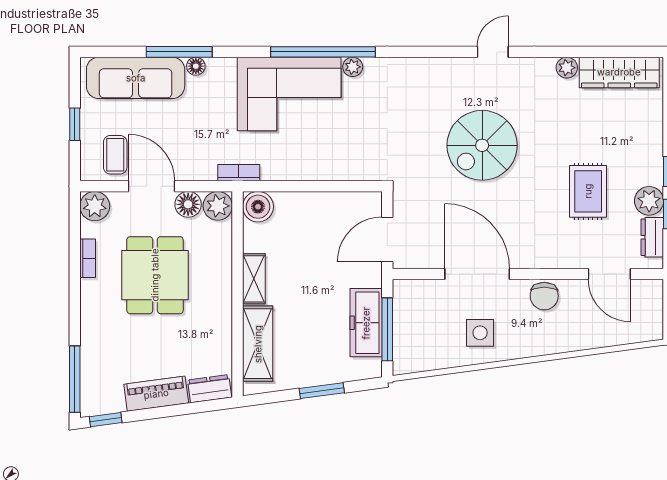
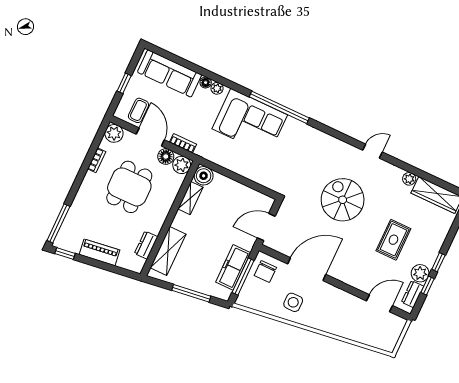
window: (179, 52) -> (200, 70), removed
plant: (353, 67) -> (217, 88), moved
spiral stairs: (482, 145) -> (343, 200), turned 90
bookcase: (239, 173) -> (183, 143), moved
rug: (588, 191) -> (393, 240), moved
door: (477, 274) -> (307, 269), hinge flipped
door: (609, 274) -> (379, 303), swing flipped
shelving: (254, 279) -> (190, 198), moved
chair: (544, 296) -> (265, 271), moved
dresser: (210, 389) -> (146, 245), moved, turned -82
window: (322, 391) -> (191, 293), width x1.44

